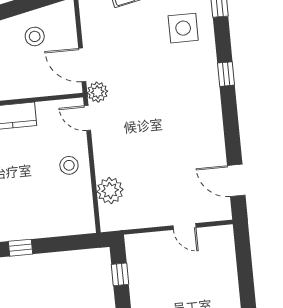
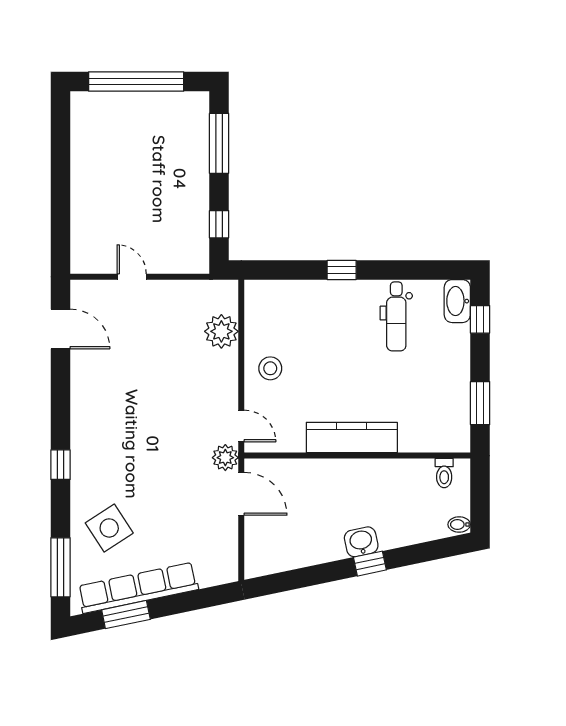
side table: (183, 28) -> (109, 528), turned -33
stool: (35, 36) -> (298, 536), removed

